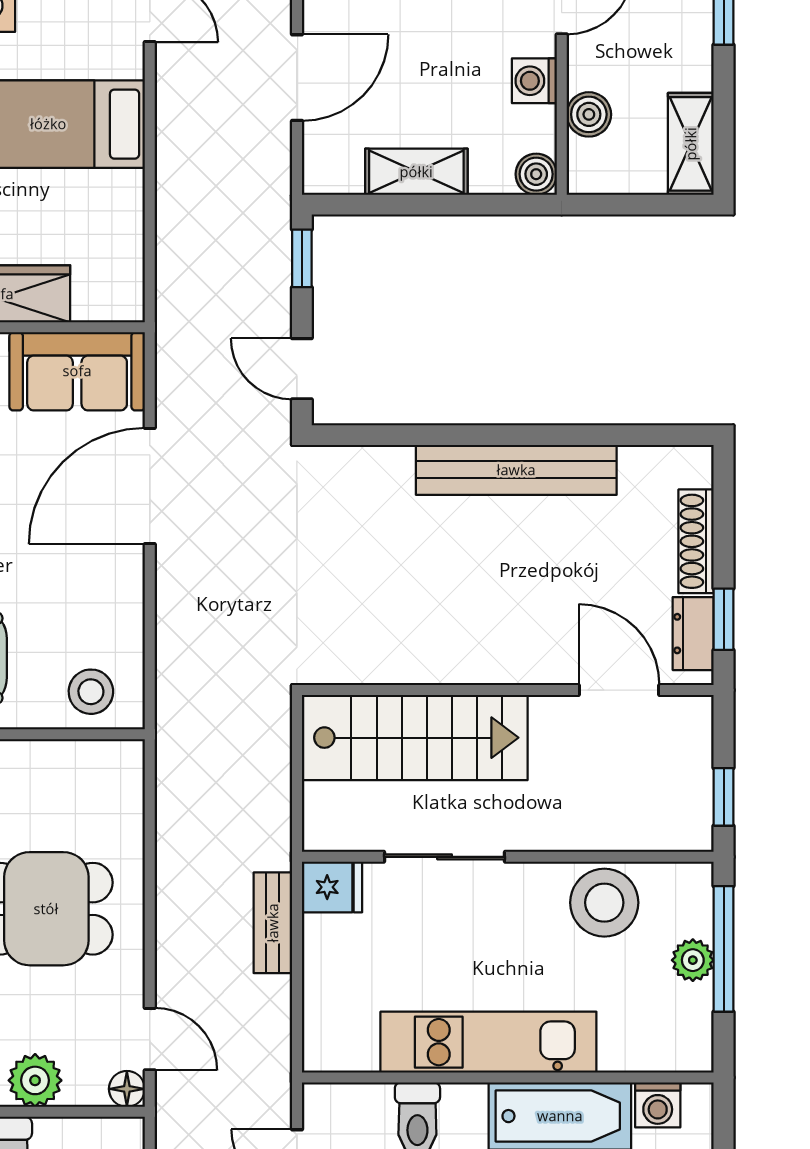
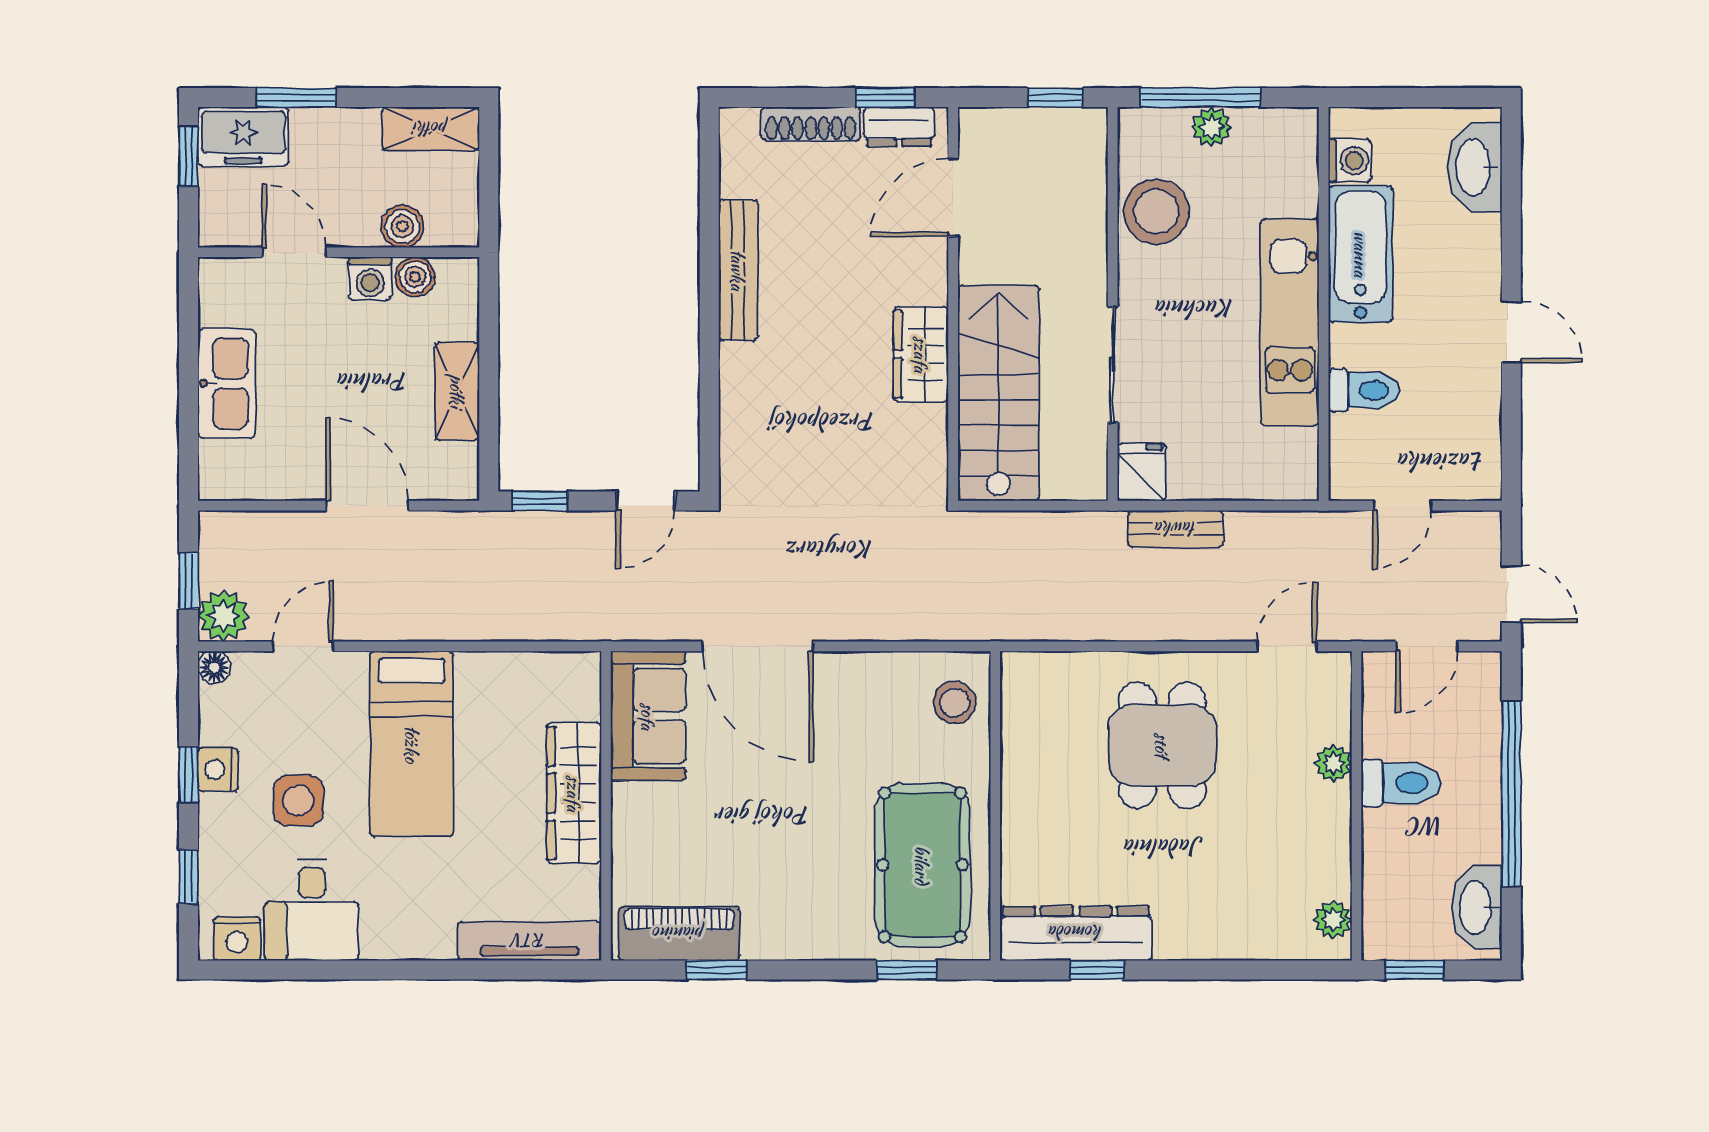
boiler: (536, 174) -> (415, 277), moved
bench: (516, 470) -> (738, 270), width x0.73, depth x0.82
wardrobe: (455, 656) -> (921, 354), added
plant: (35, 1080) -> (1333, 763), width x0.73, depth x0.73
floor lamp: (127, 1089) -> (1335, 668), removed

